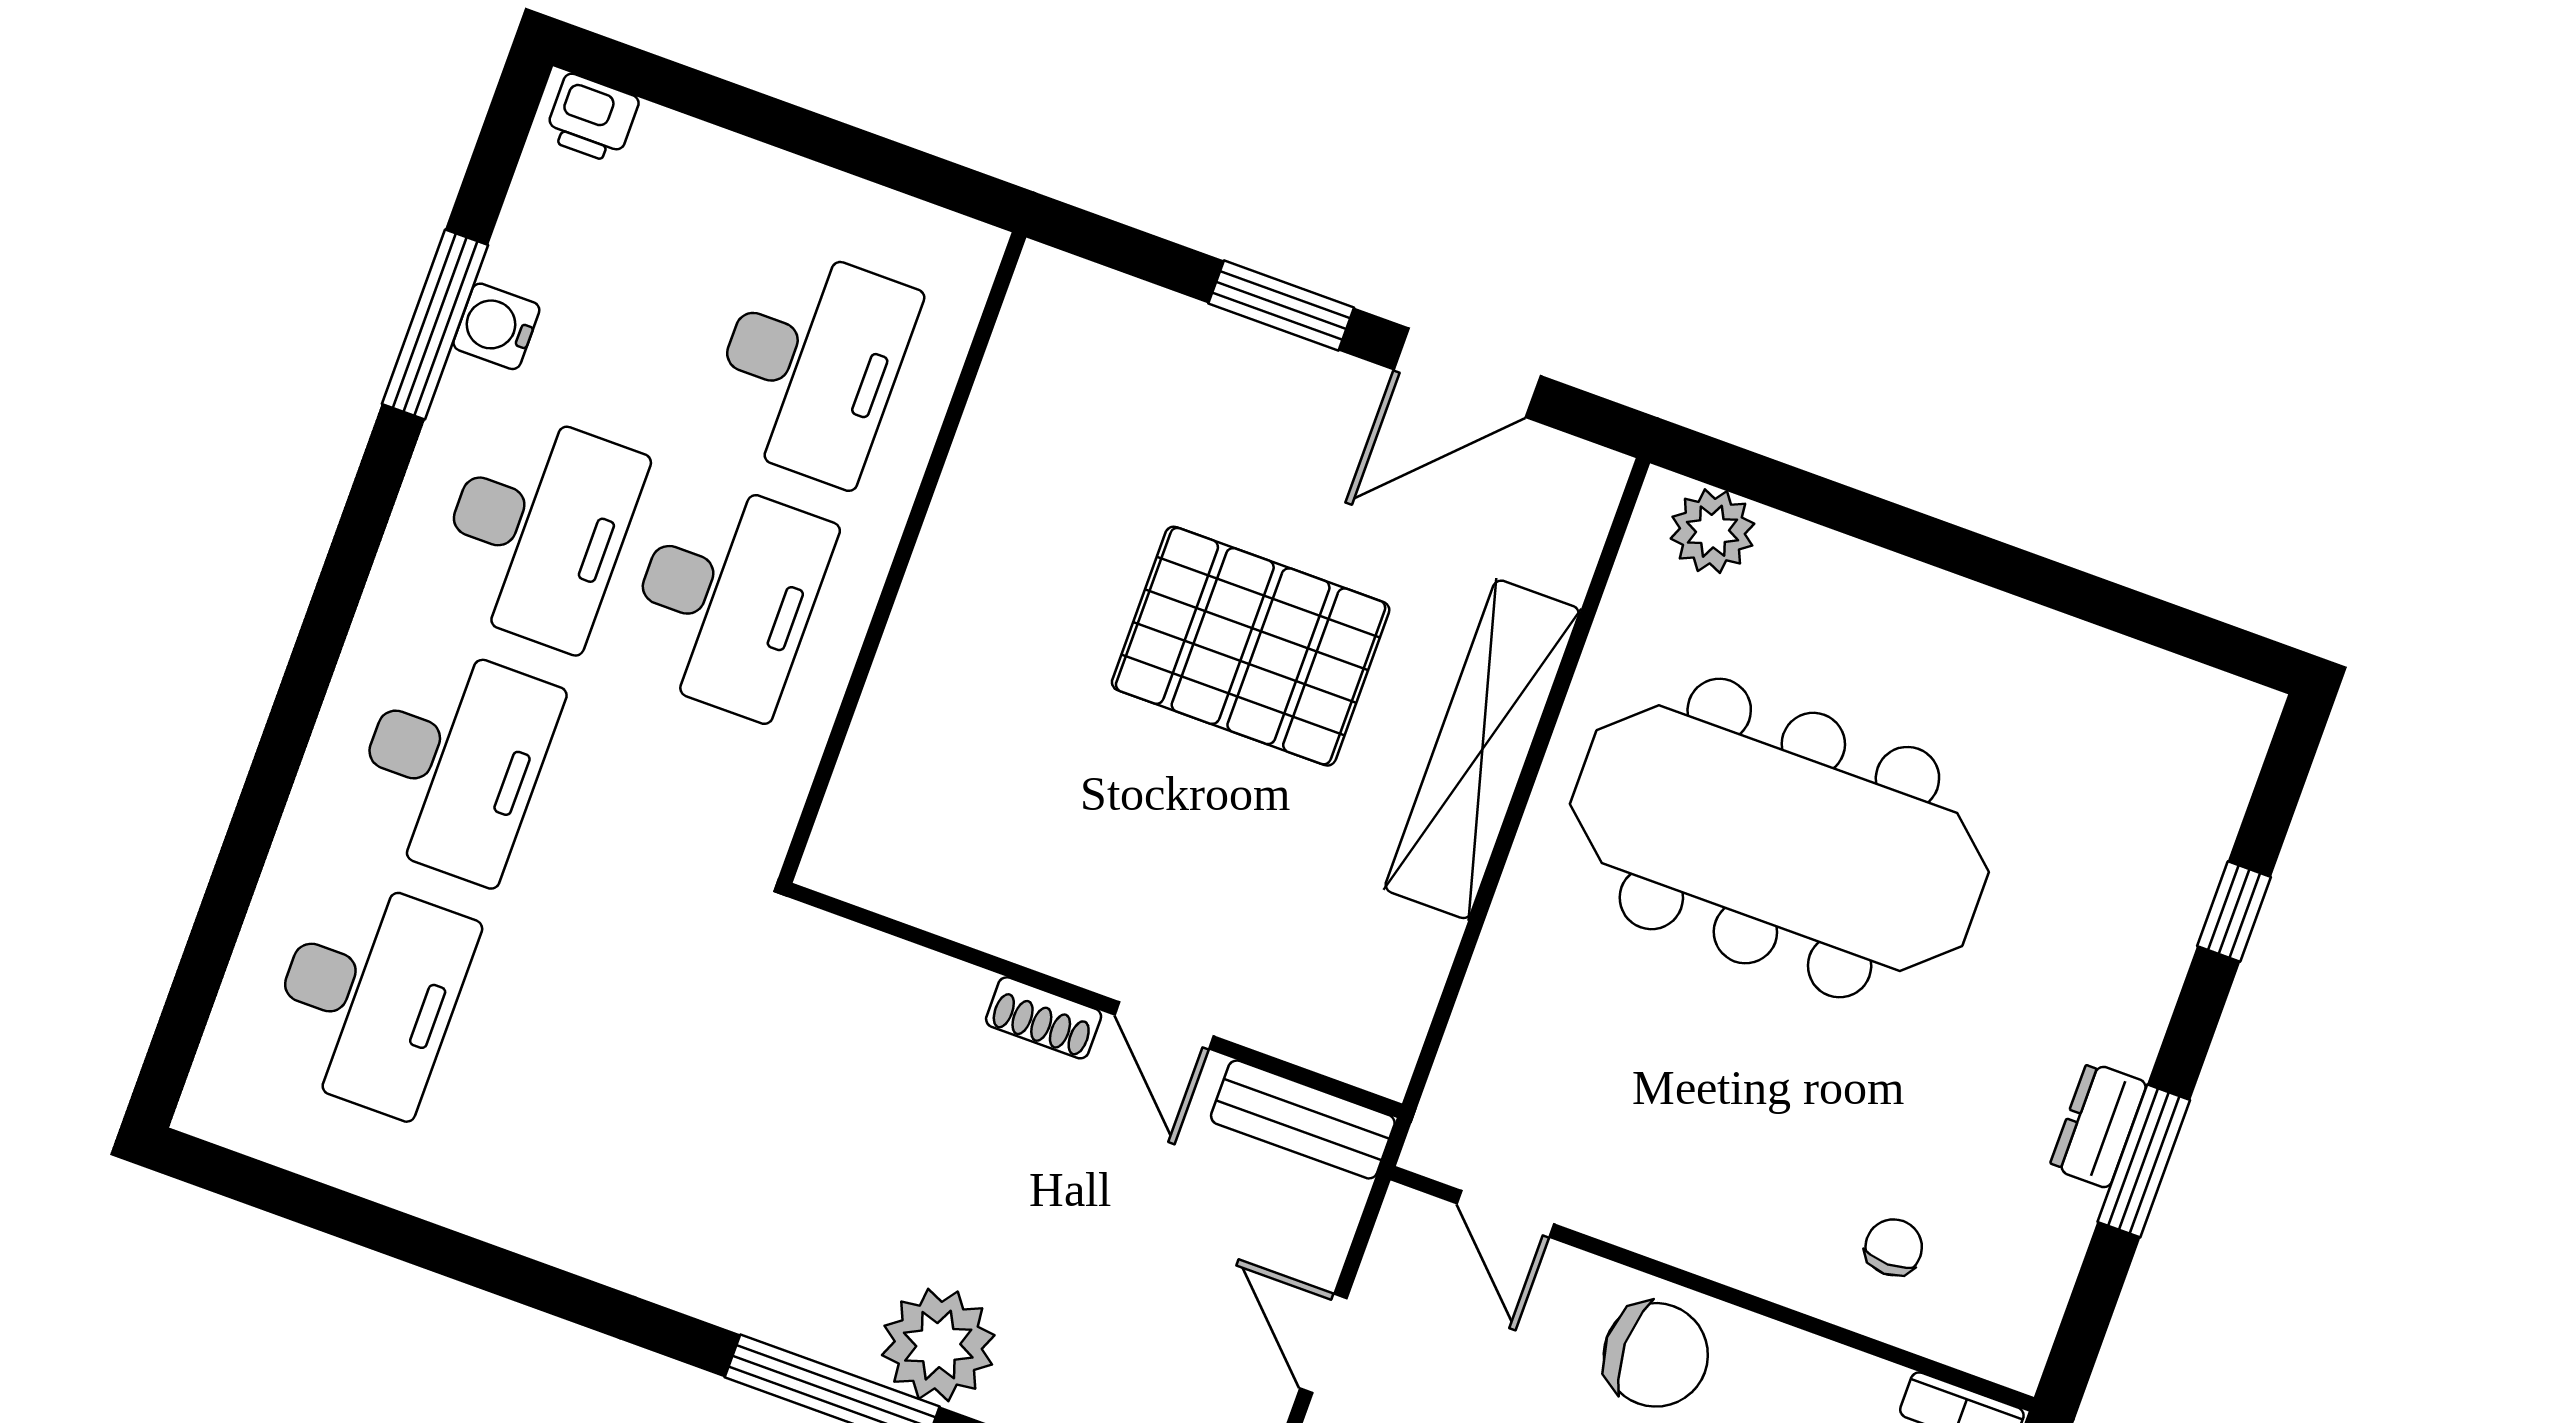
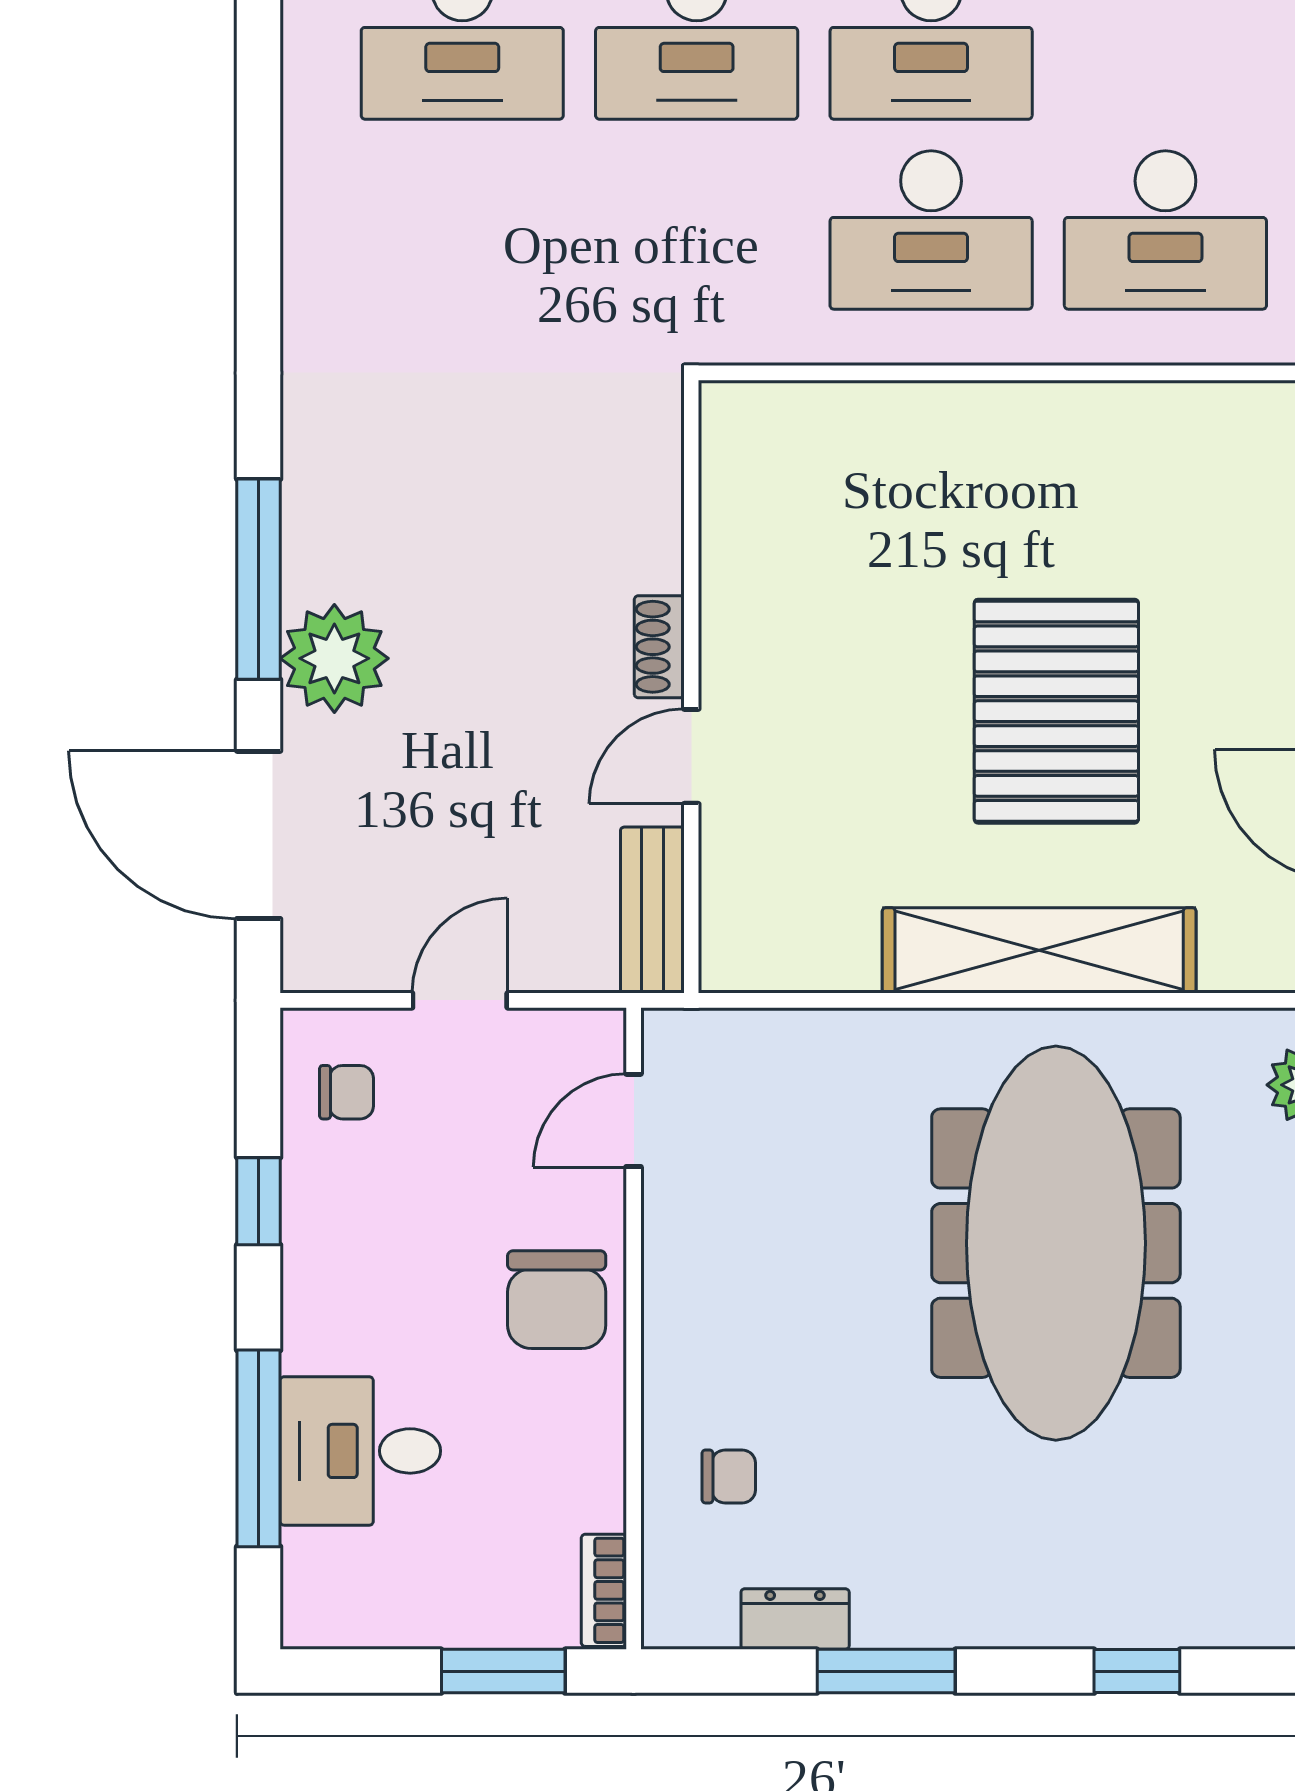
dresser: (2098, 1125) -> (795, 1619), moved

